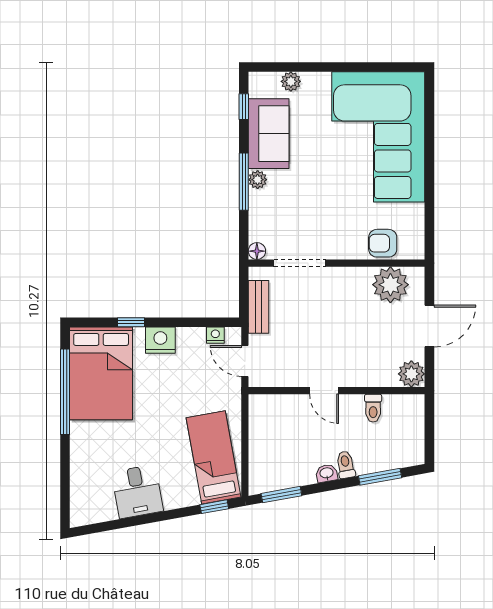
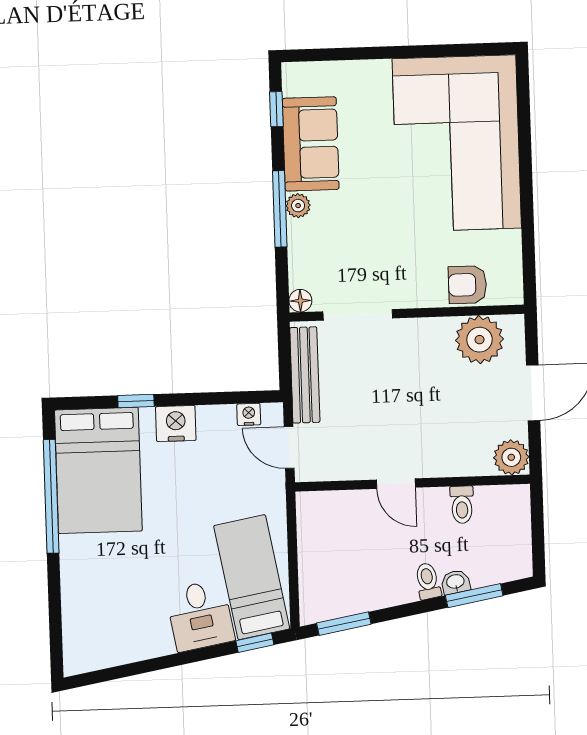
plant: (291, 81) -> (338, 74), removed
bench: (258, 307) -> (305, 375), width x1.36
washbasin: (327, 473) -> (455, 582), moved
desk: (137, 491) -> (200, 615), moved

